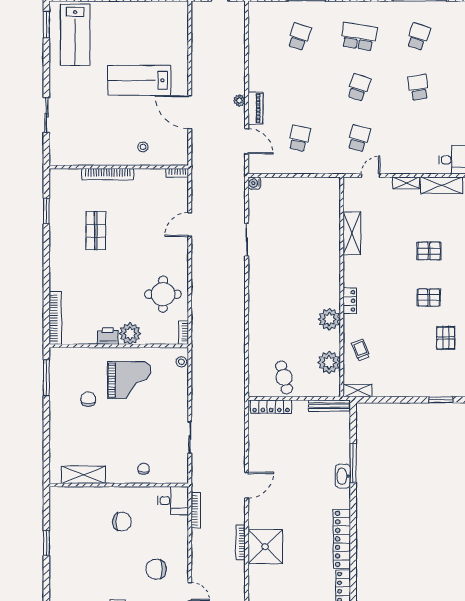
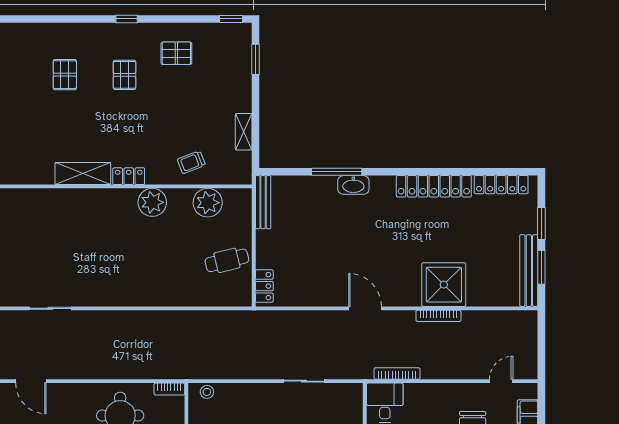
shelving: (352, 233) -> (83, 173), moved
shelving: (357, 391) -> (244, 132), moved
locker: (271, 407) -> (264, 286), width x0.66

